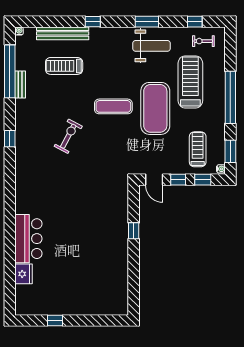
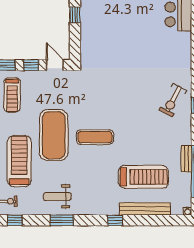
weight bench: (152, 46) -> (57, 197), width x0.73, depth x0.75
treadmill: (64, 66) -> (143, 177), width x1.37, depth x1.38
treadmill: (190, 82) -> (19, 161), turned 180
exercise bike: (68, 136) -> (173, 100), moved

